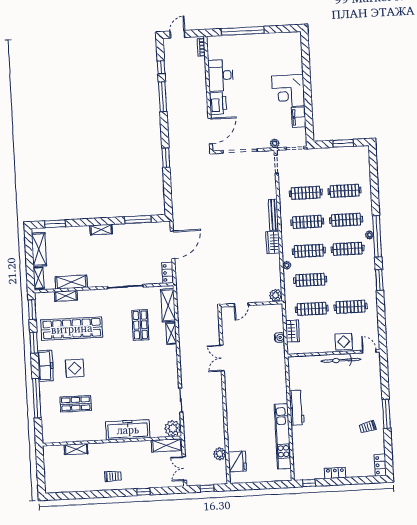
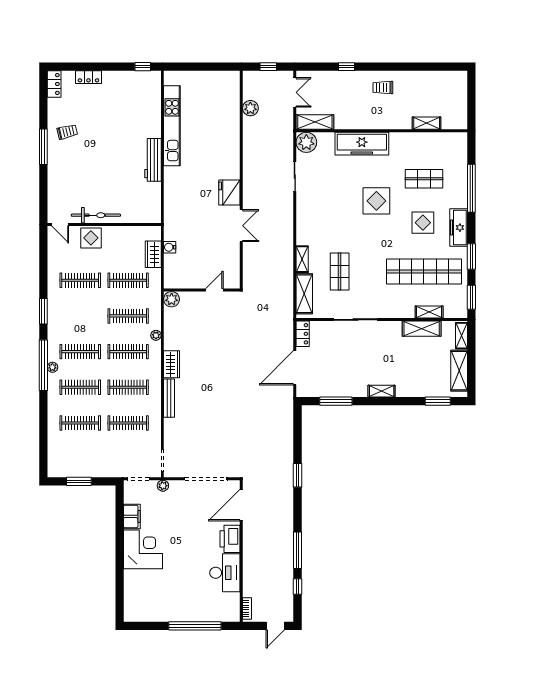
display table: (113, 384) -> (376, 201), added
fridge: (237, 461) -> (229, 192), moved
locker: (335, 473) -> (88, 77), moved

